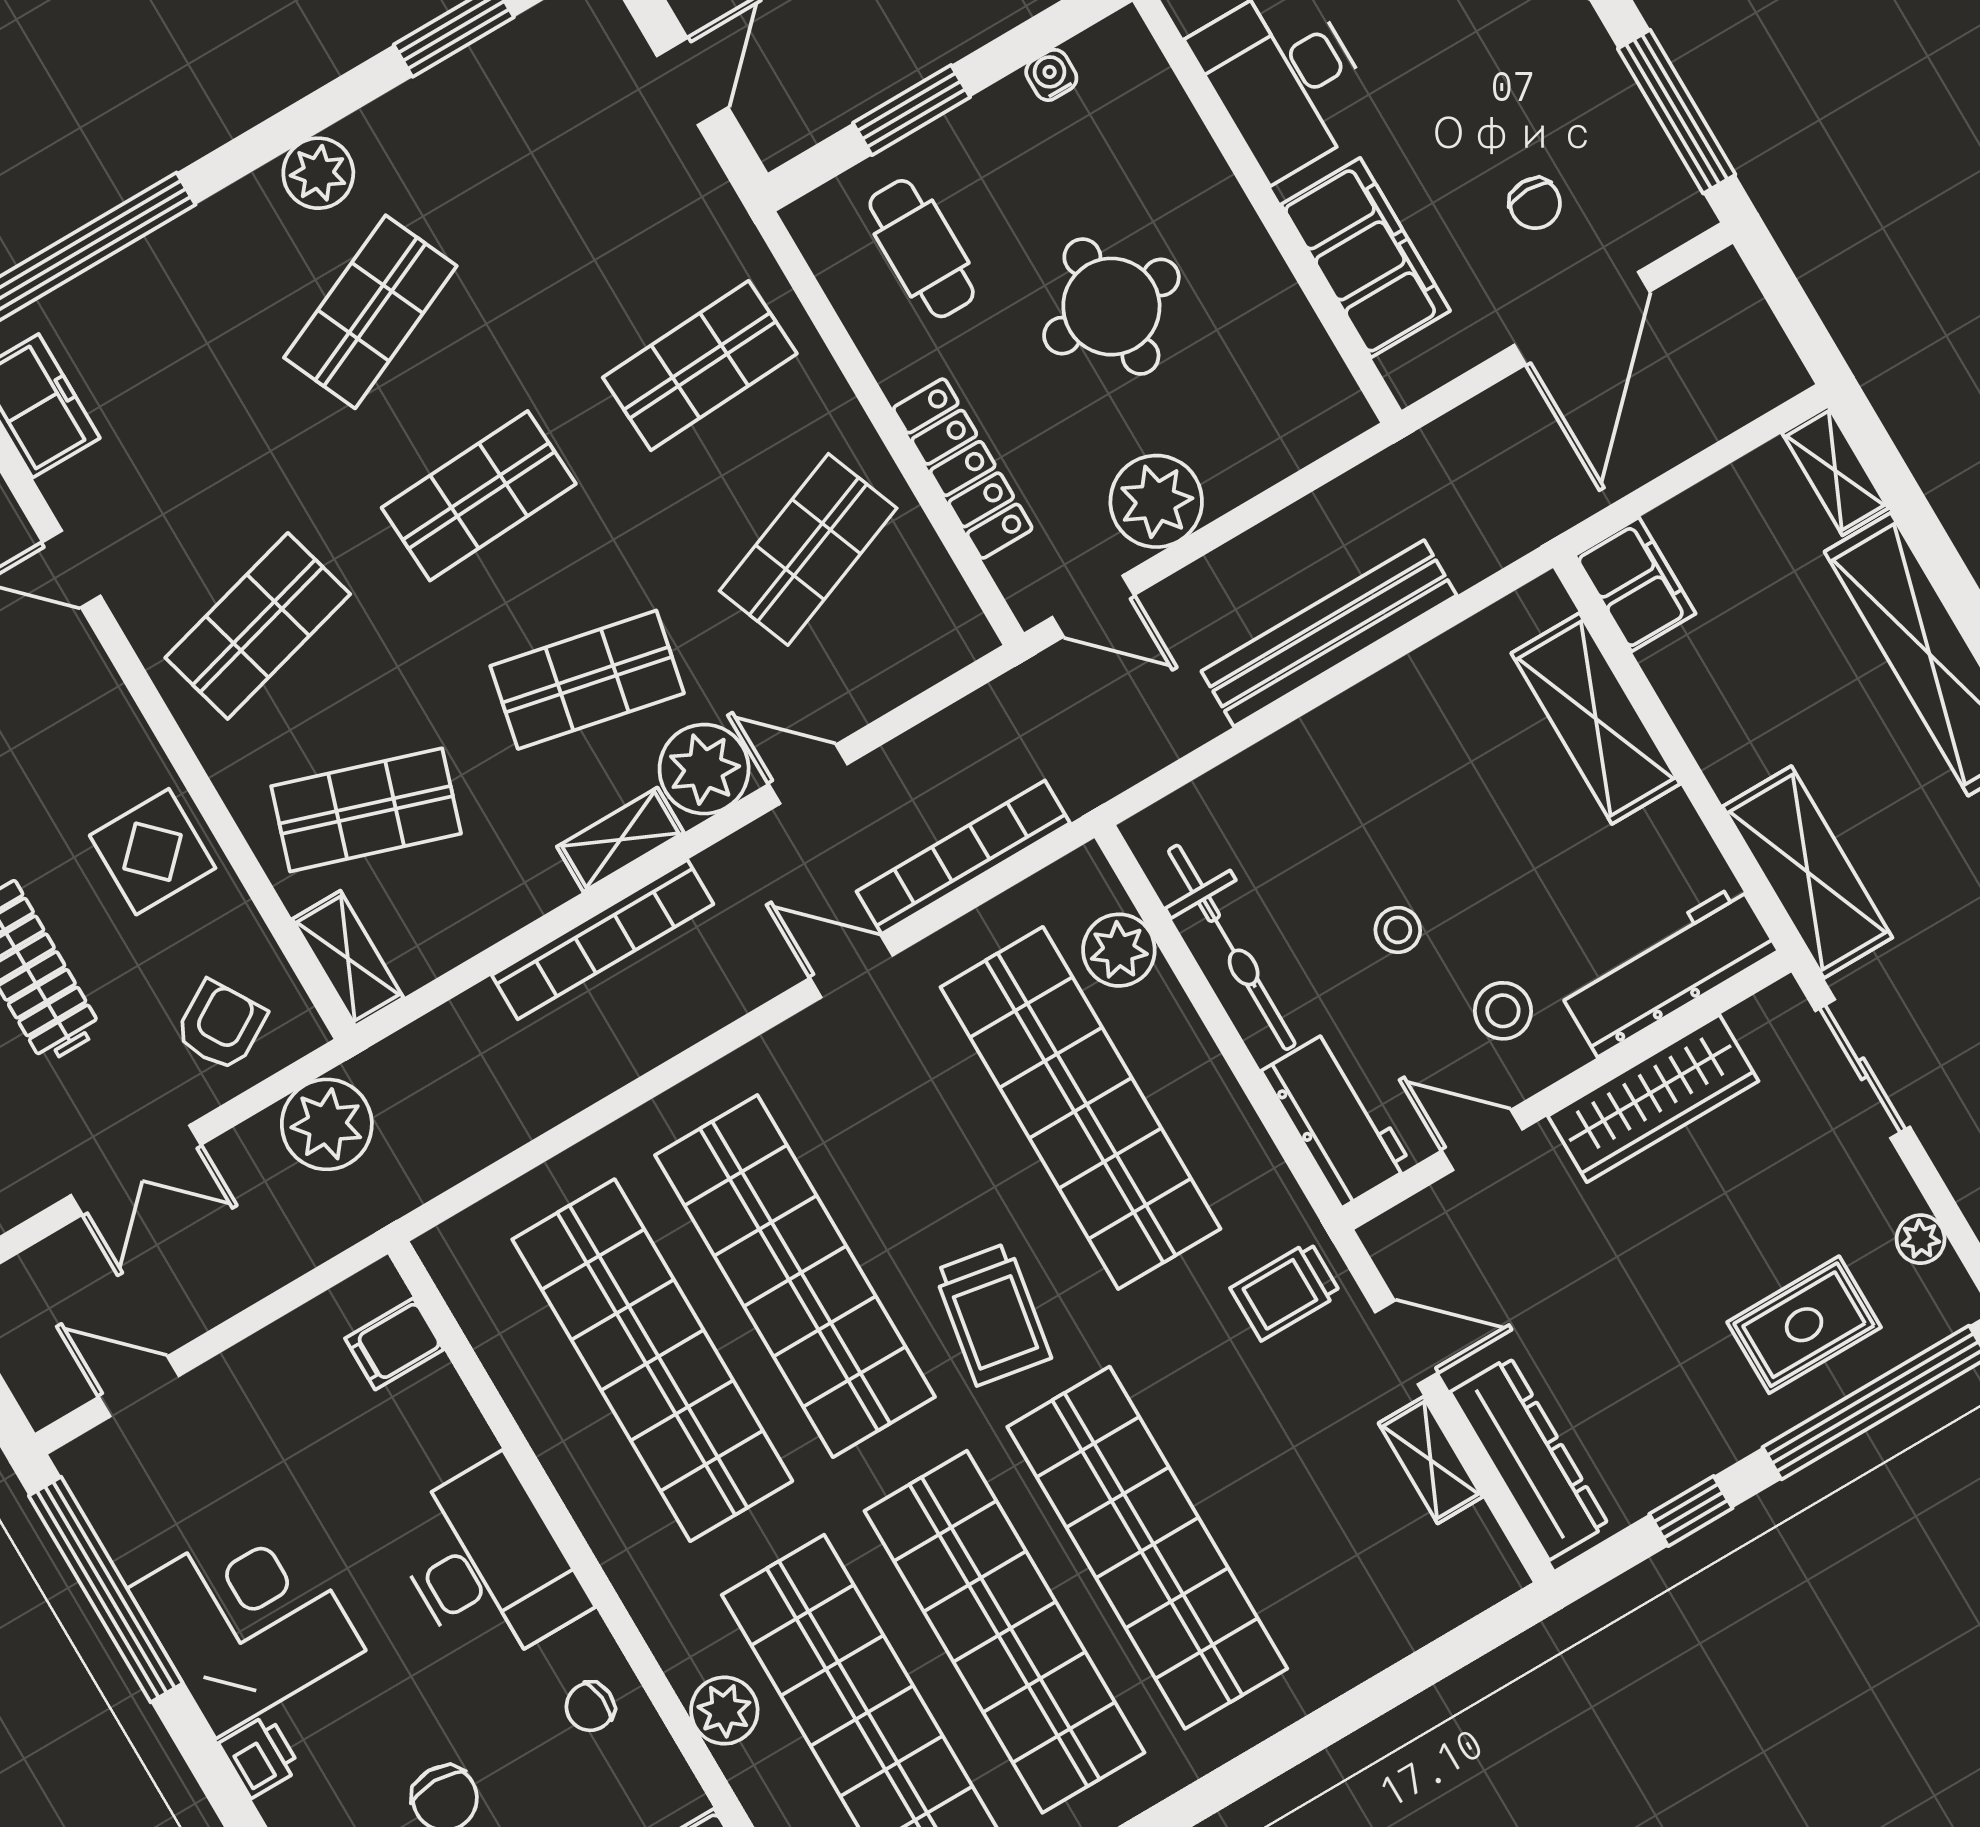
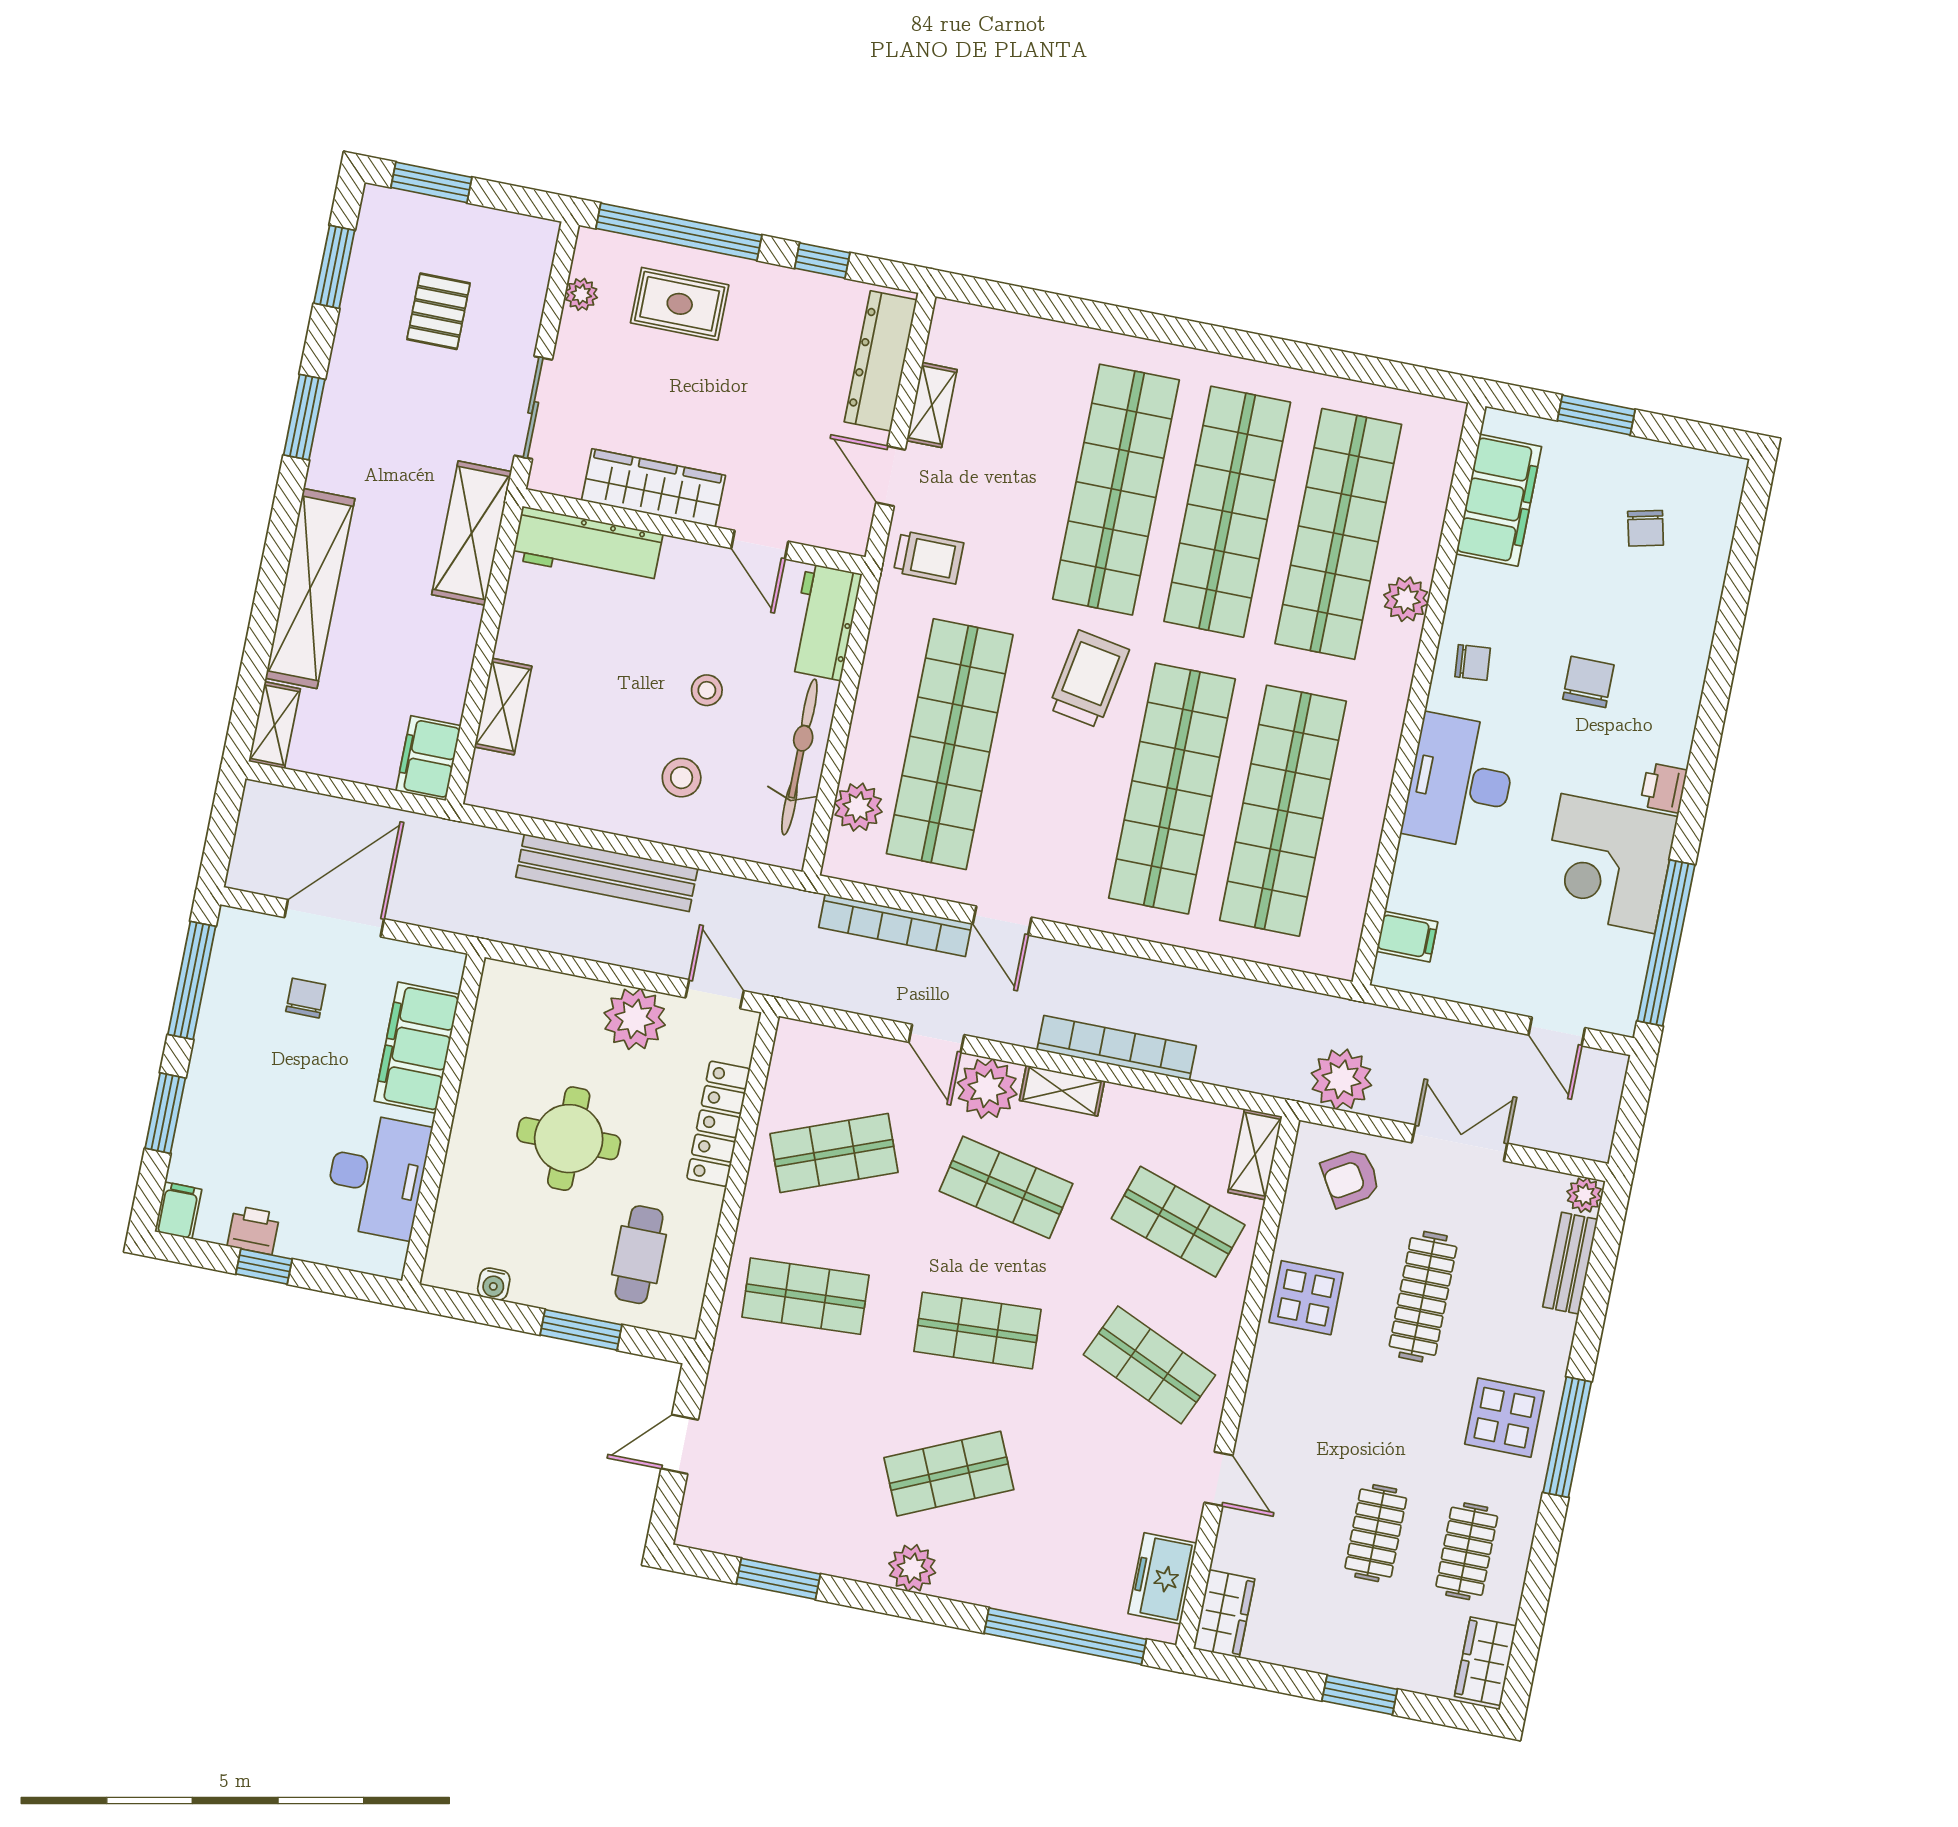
shop shelf: (258, 626) -> (1149, 1365), turned 39
shelving: (1596, 719) -> (503, 706), width x0.67, depth x0.75
stool: (1503, 1011) -> (682, 778), moved

